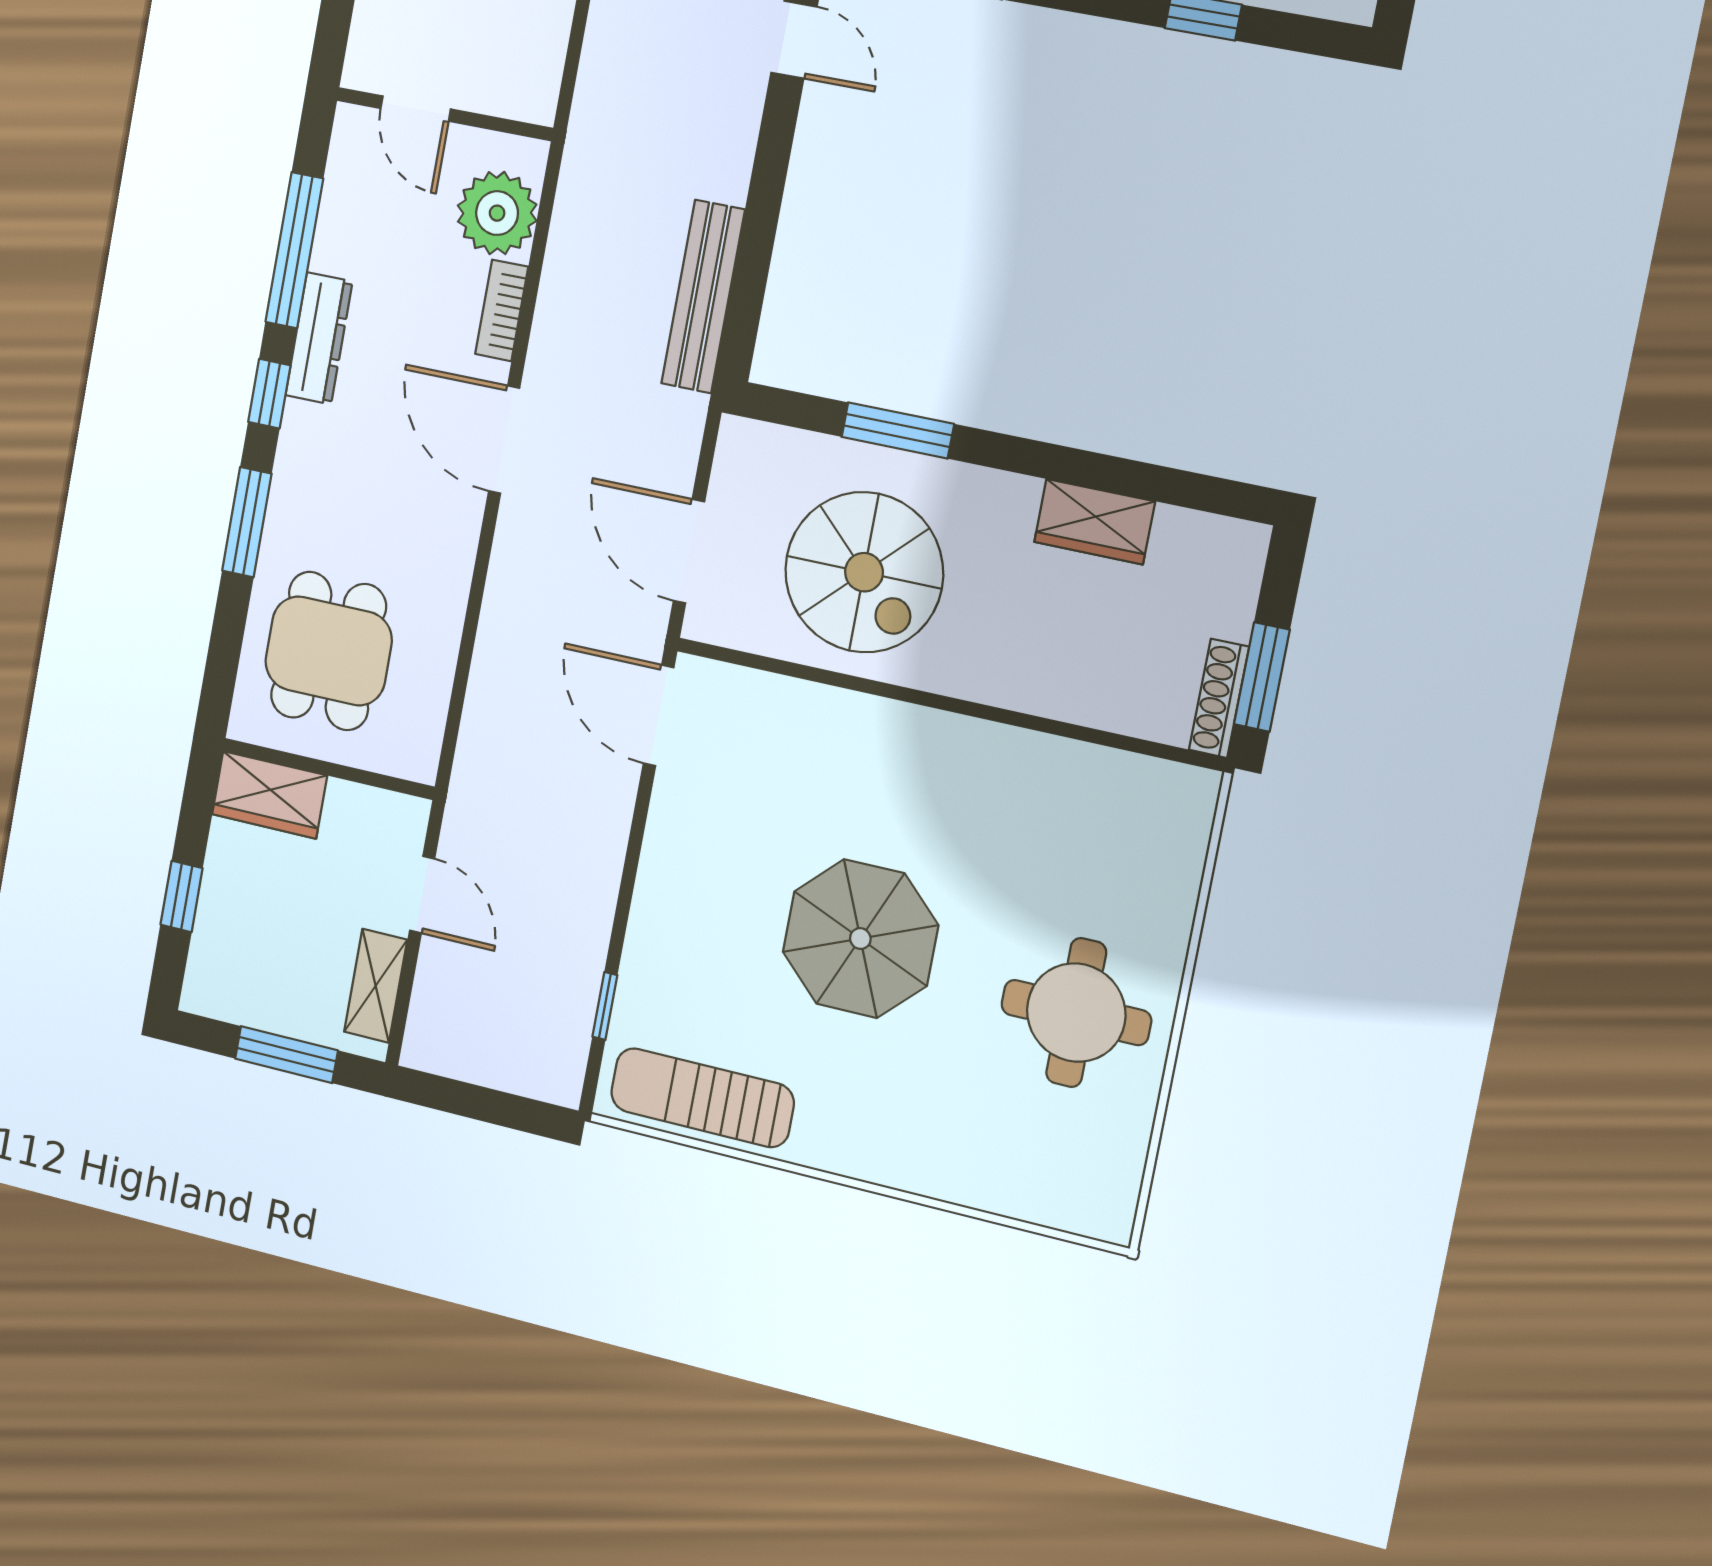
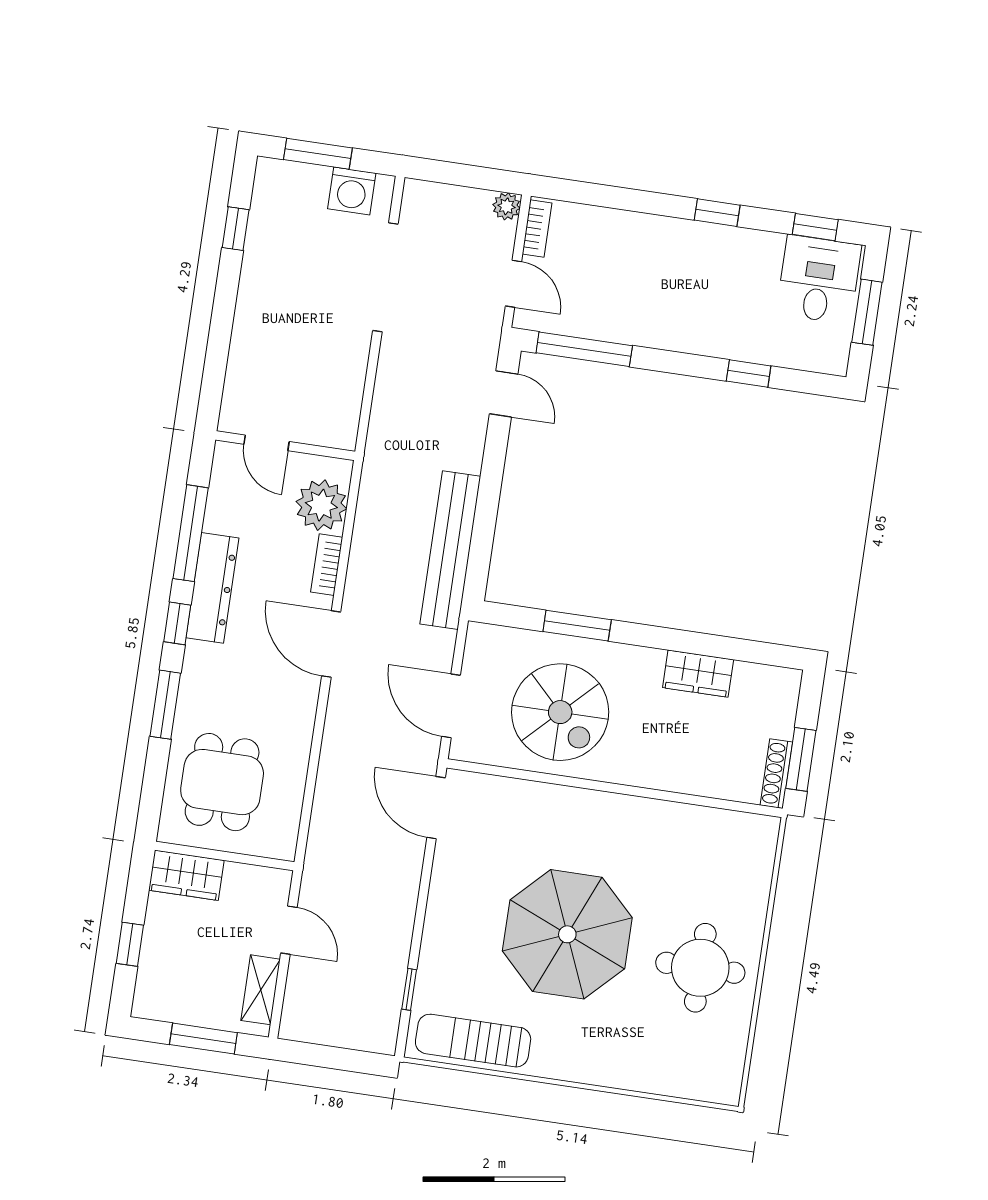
bench: (703, 297) -> (450, 550), width x1.37, depth x1.21
dresser: (319, 338) -> (212, 588), width x1.37, depth x1.24
parasol: (860, 939) -> (567, 934), width x1.36, depth x1.36

